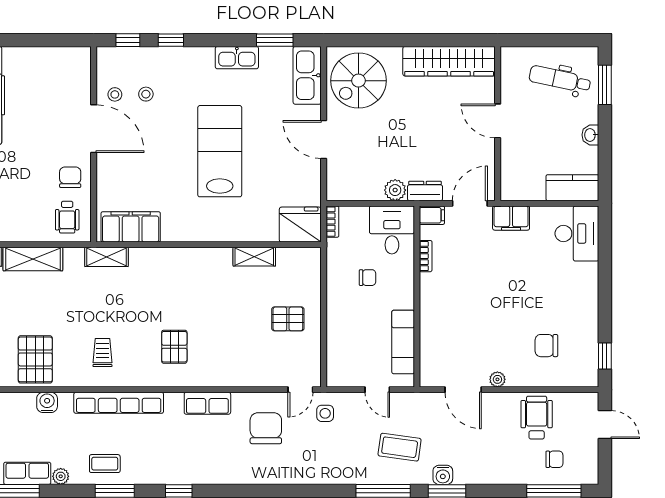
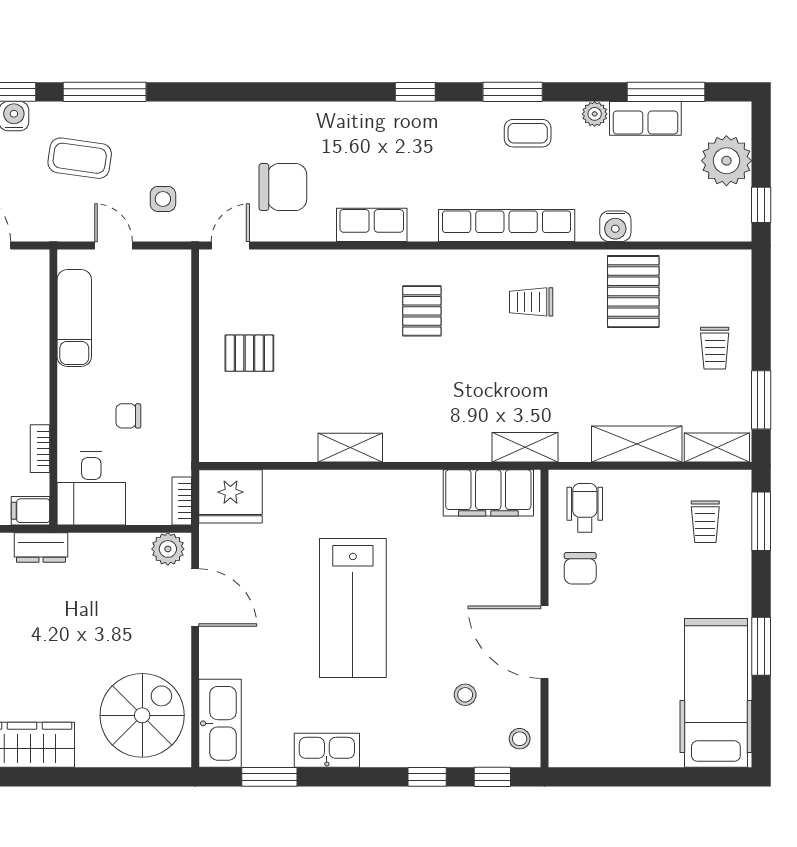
stool: (115, 94) -> (520, 739), moved
door: (324, 139) -> (195, 597), moved
plant: (395, 190) -> (168, 549), moved
shelving: (254, 257) -> (350, 448), moved
trolley: (102, 353) -> (531, 302), turned 90
side table: (325, 413) -> (163, 199), moved
chair: (266, 428) -> (283, 187), turned -90

